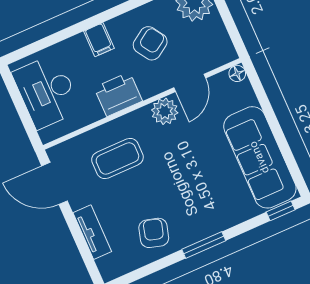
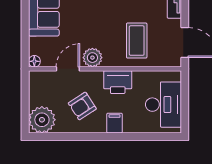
coffee table: (117, 158) -> (137, 41), turned 90

